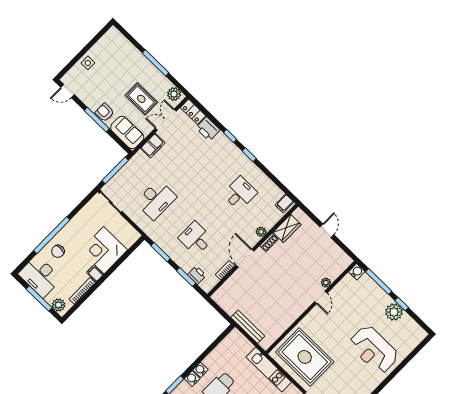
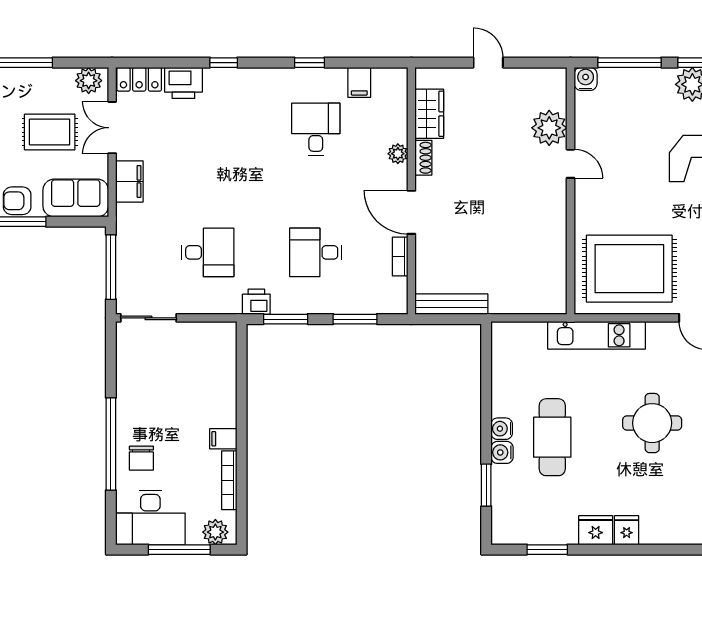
window: (249, 155) -> (309, 63), moved
desk: (156, 200) -> (208, 252), width x0.73
filing cabinet: (284, 203) -> (359, 82), moved
corner desk: (104, 250) -> (204, 394), removed
printer: (197, 275) -> (256, 302), moved
plant: (326, 283) -> (549, 128), width x1.87, depth x1.87
bench: (248, 327) -> (451, 304), moved

